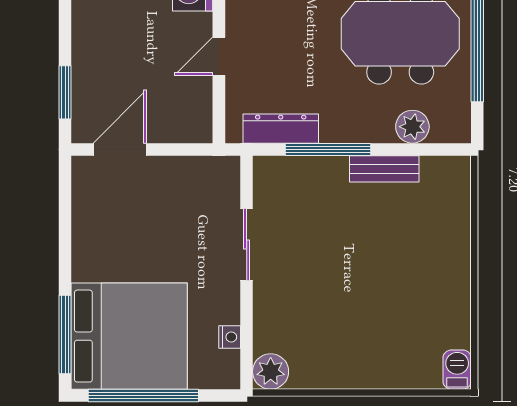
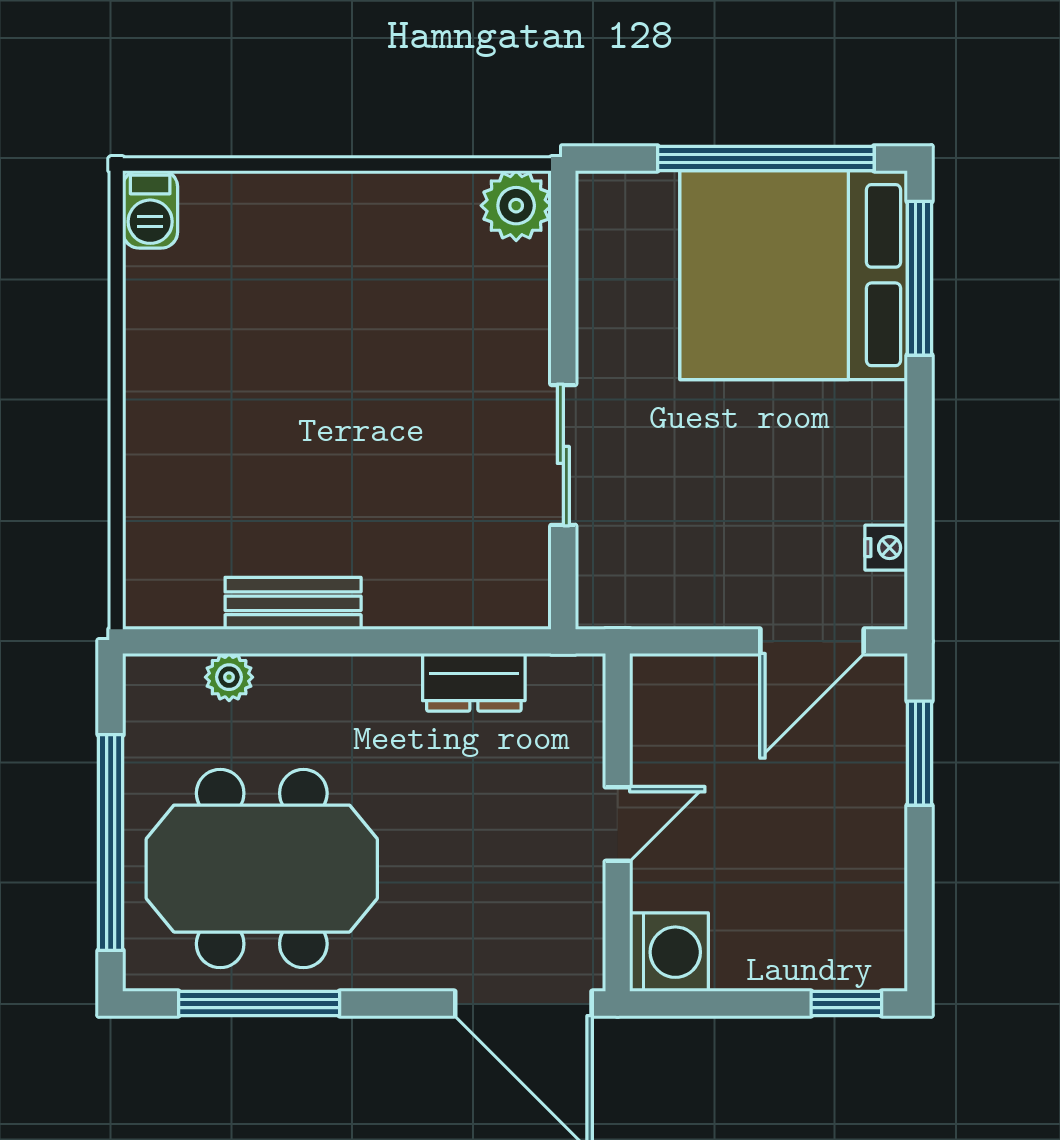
plant: (412, 127) -> (229, 677), width x0.73, depth x0.73
dresser: (281, 129) -> (474, 682), width x0.70
window: (328, 149) -> (403, 641), removed
nightstand: (230, 337) -> (886, 548), moved, turned 180

